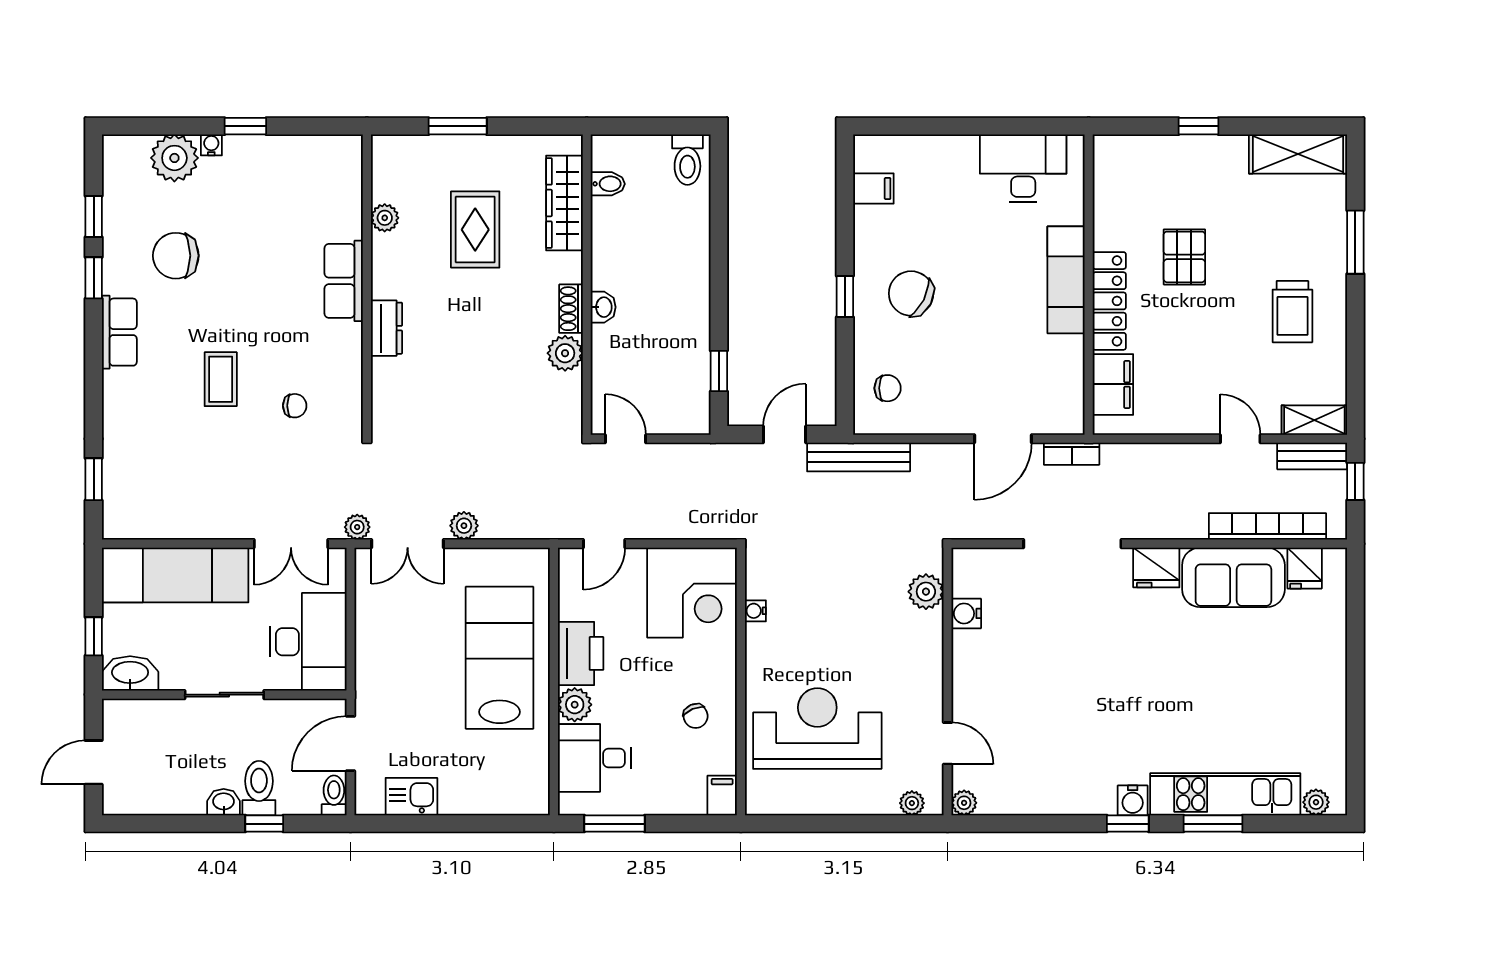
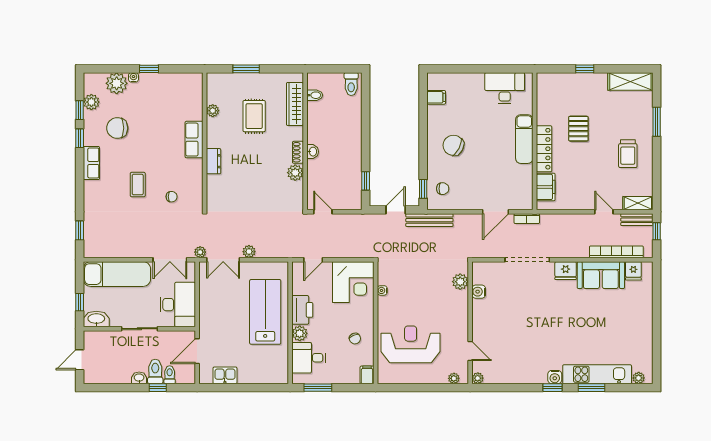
plant: (119, 199) -> (91, 102), added
window: (845, 297) -> (423, 189), moved
toilet: (334, 795) -> (170, 375), moved

